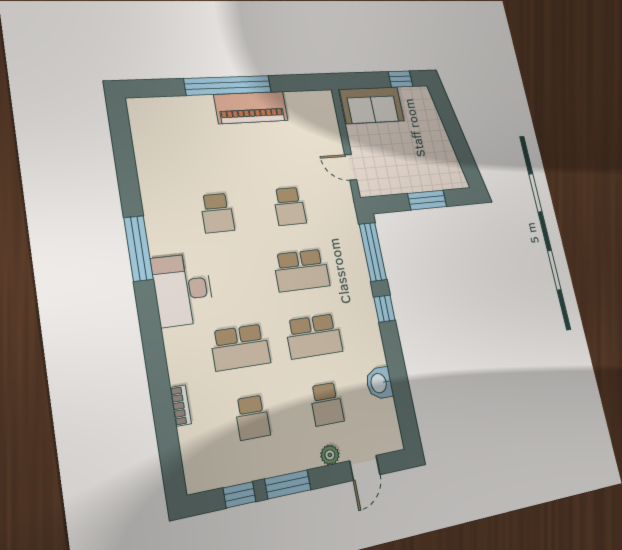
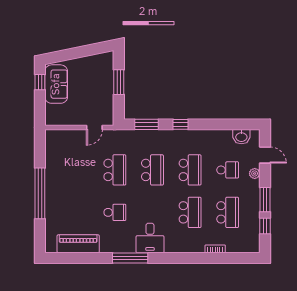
sofa: (372, 105) -> (56, 84), moved
piano: (251, 108) -> (78, 244), moved, turned -90
school desk: (289, 206) -> (115, 170), width x1.85
window: (373, 252) -> (147, 124), width x0.69
desk: (183, 290) -> (150, 238), width x0.73
washbasin: (379, 383) -> (241, 137), moved
school desk: (252, 418) -> (228, 212), width x1.85

